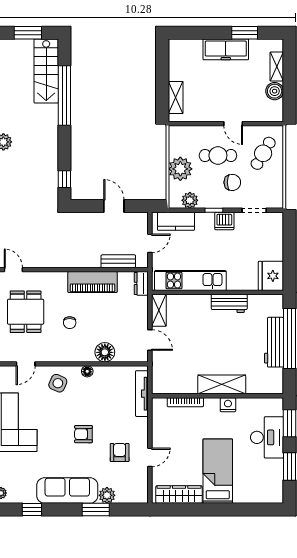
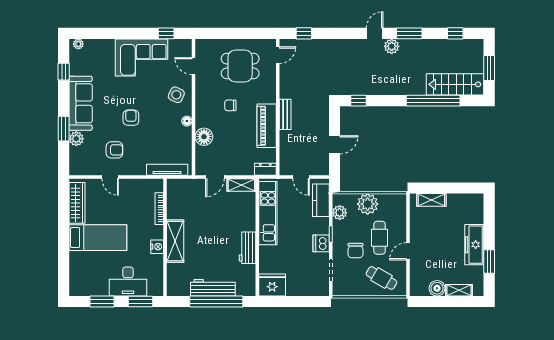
bench: (118, 261) -> (285, 114), moved

